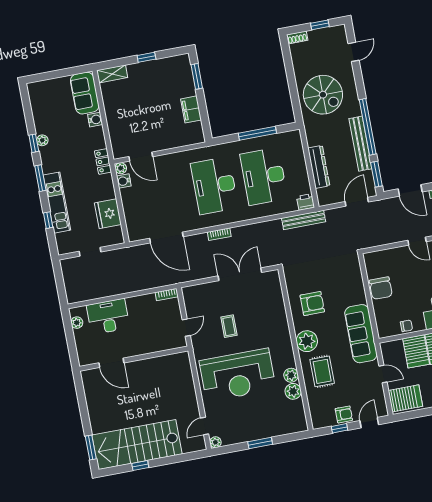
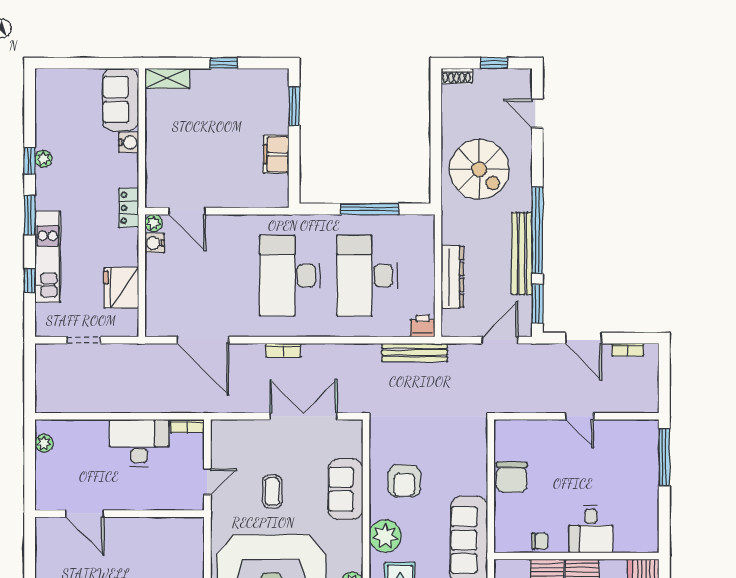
door: (354, 52) -> (537, 113), swing flipped
armchair: (312, 304) -> (404, 481), turned 90
desk: (108, 316) -> (139, 443), moved
sofa: (276, 316) -> (345, 489), added

